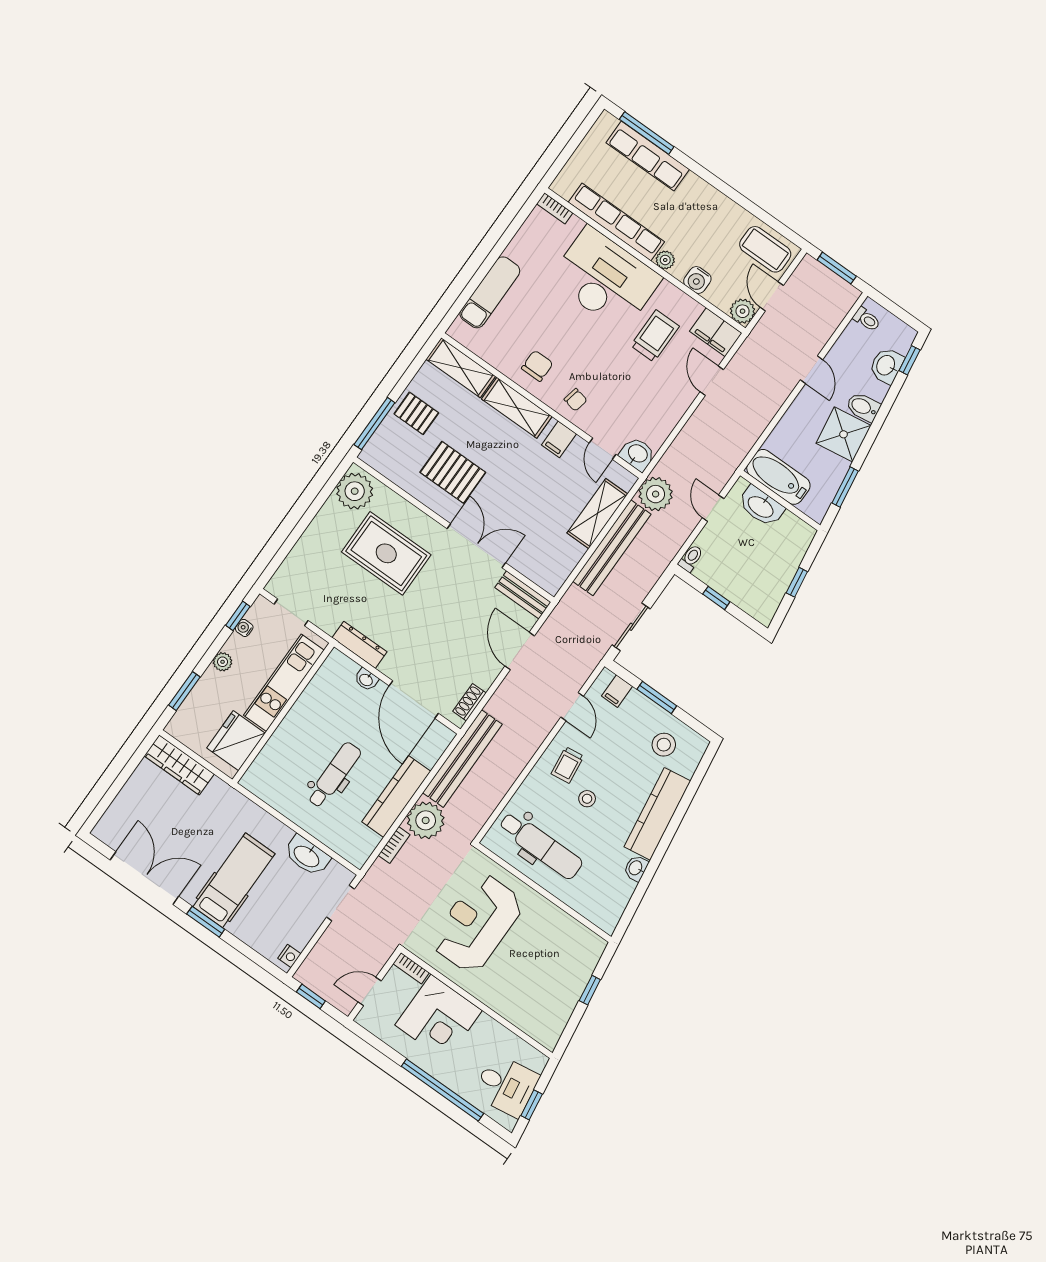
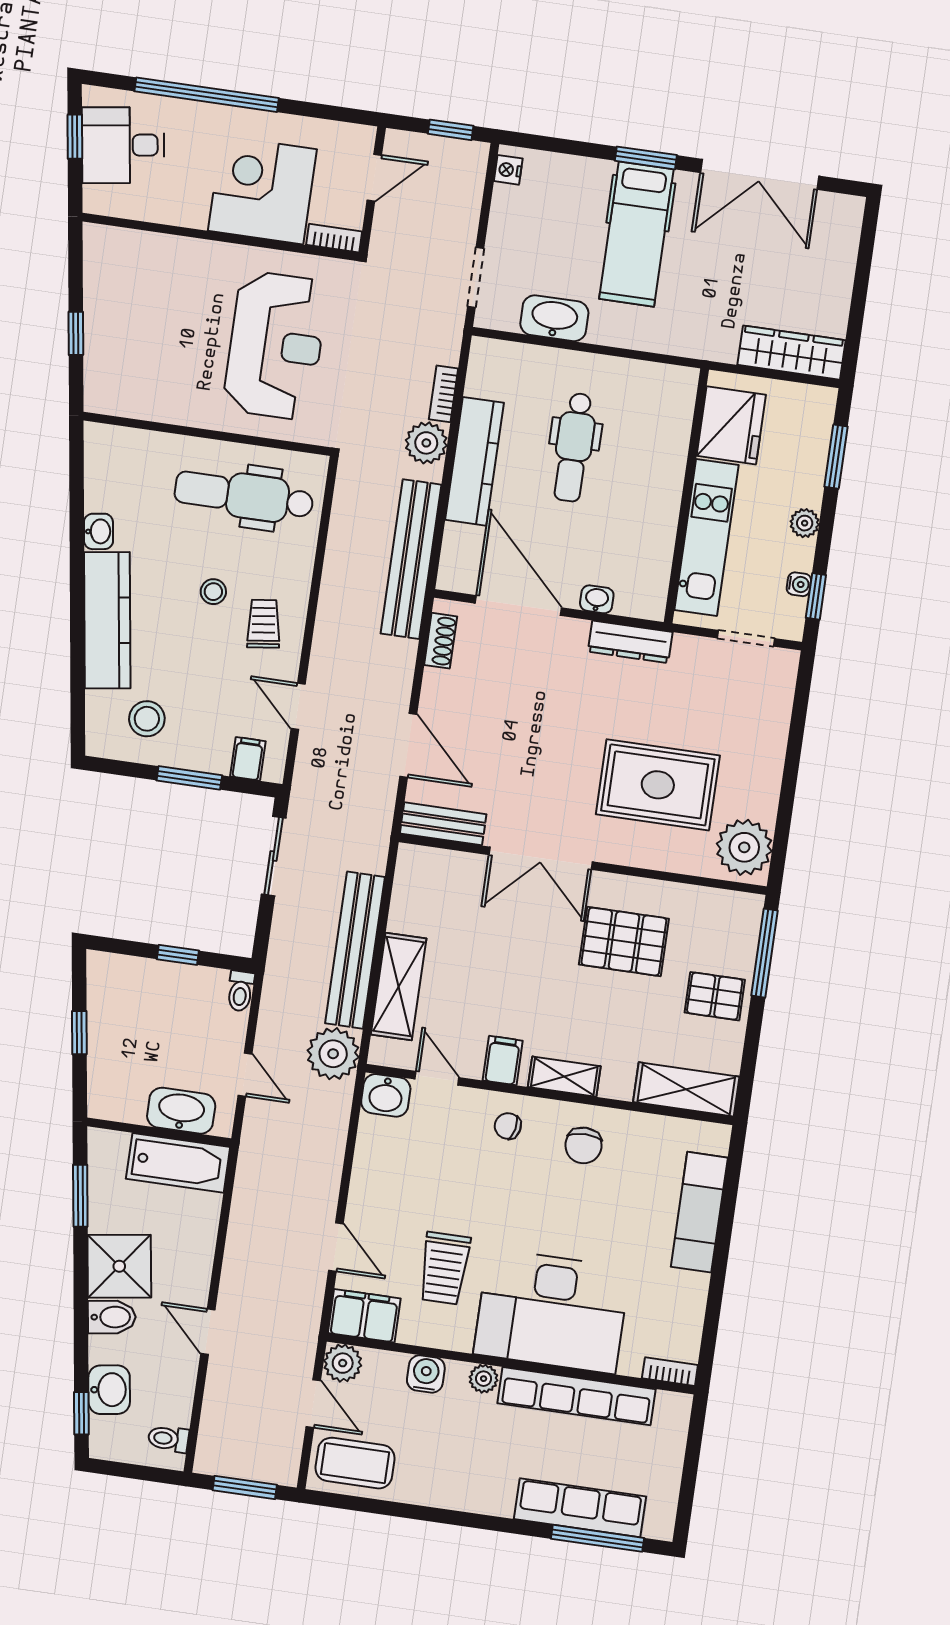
shelving: (517, 408) -> (564, 1077), width x0.67, depth x0.75
plant: (426, 820) -> (426, 443), width x0.73, depth x0.73

